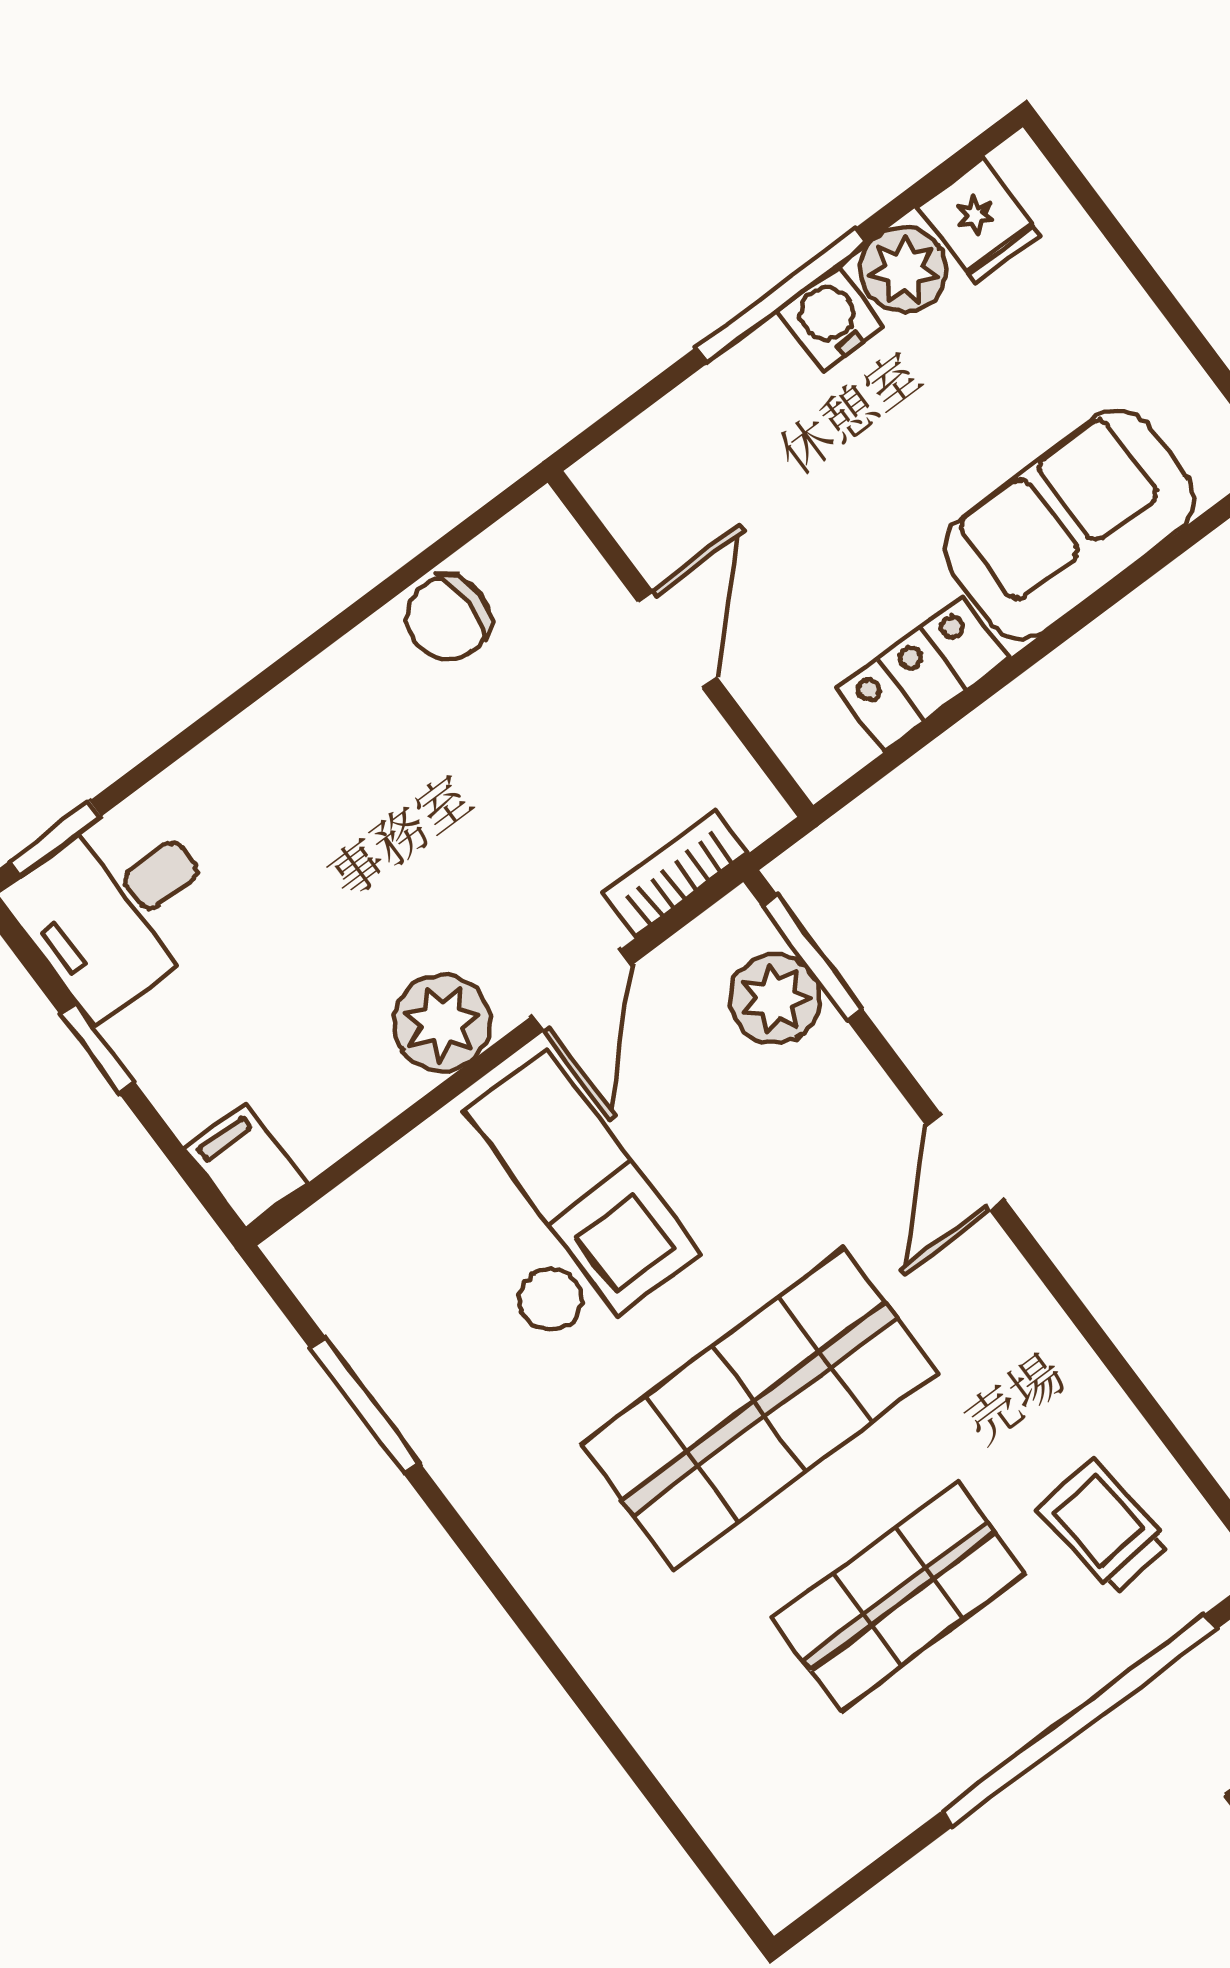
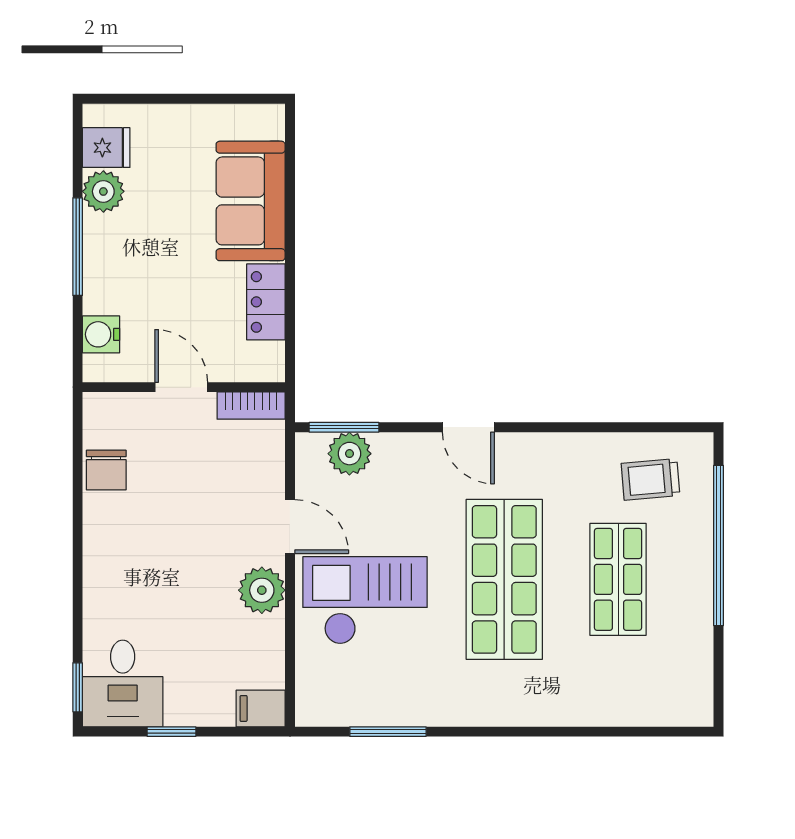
water cooler: (831, 319) -> (101, 334), moved
bookcase: (675, 873) -> (251, 406), moved, turned -90

